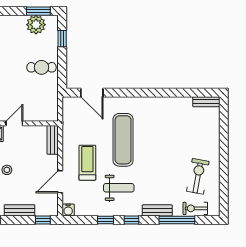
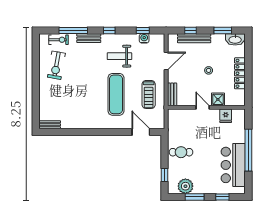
window: (38, 11) -> (195, 197), moved
door: (14, 123) -> (203, 107), swing flipped
treadmill: (87, 163) -> (149, 94), moved
bench: (20, 210) -> (194, 38), width x1.36
water cooler: (68, 210) -> (144, 38), moved
window: (43, 220) -> (191, 30), moved
window: (106, 220) -> (143, 30), moved

